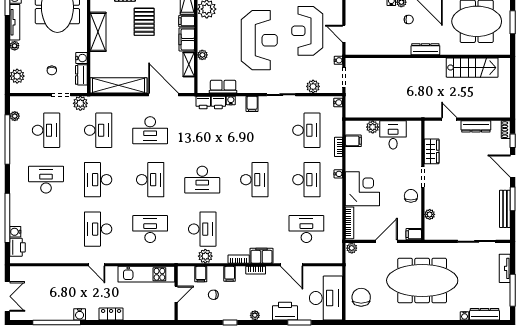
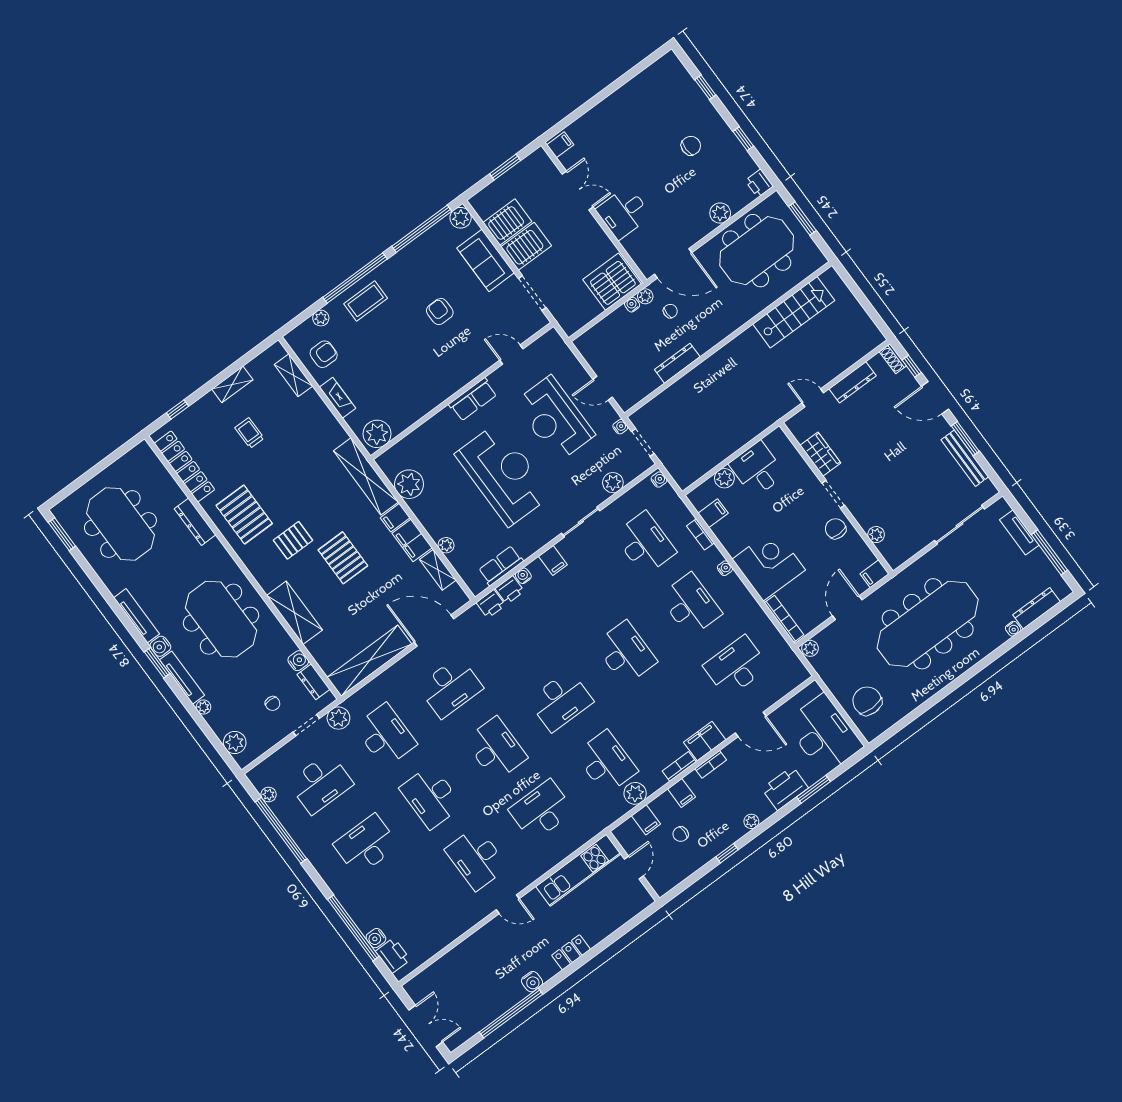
dresser: (425, 49) -> (677, 363), moved
desk: (46, 130) -> (321, 783), turned 90

